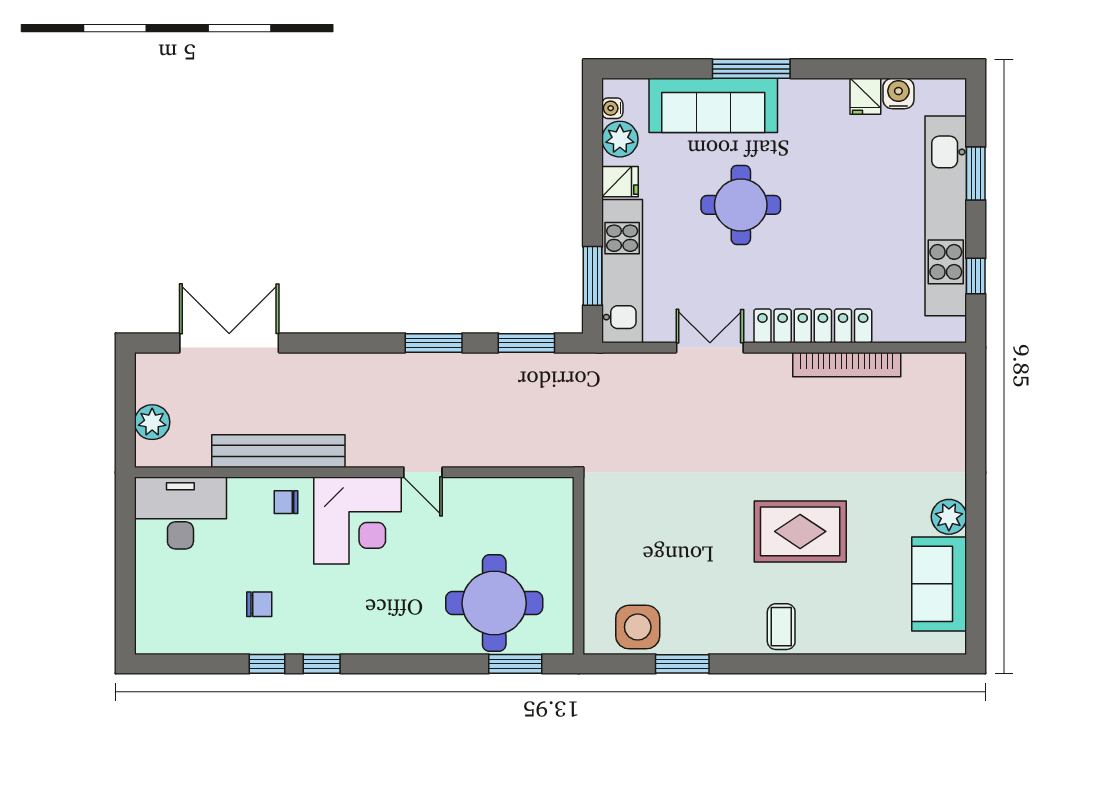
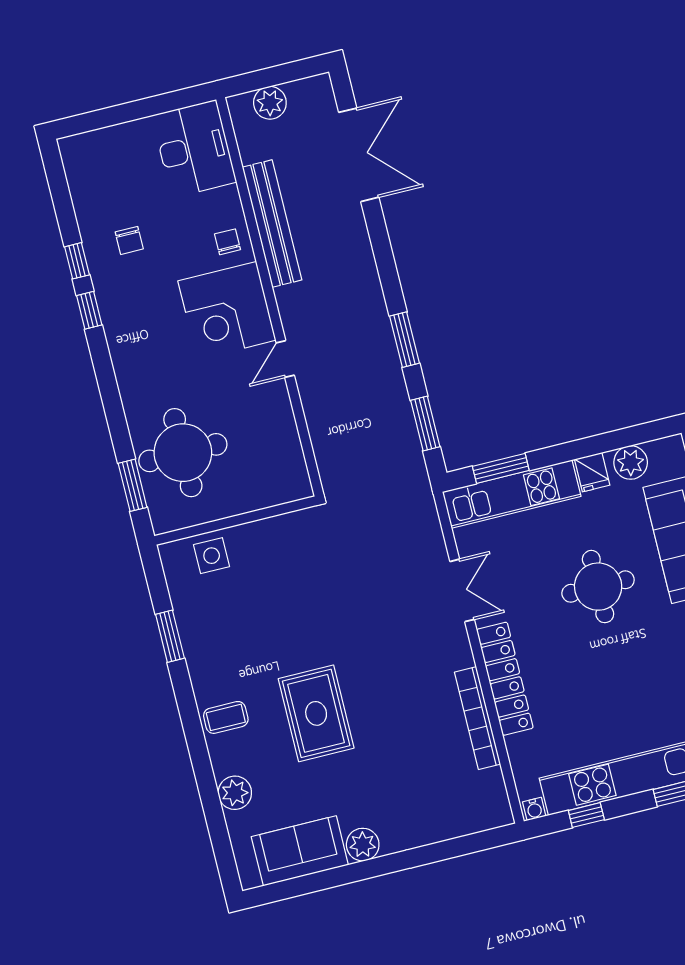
water cooler: (612, 108) -> (534, 809), moved, turned 180
side table: (638, 627) -> (212, 556), moved, width x0.73, depth x0.73
plant: (862, 637) -> (235, 793), added

